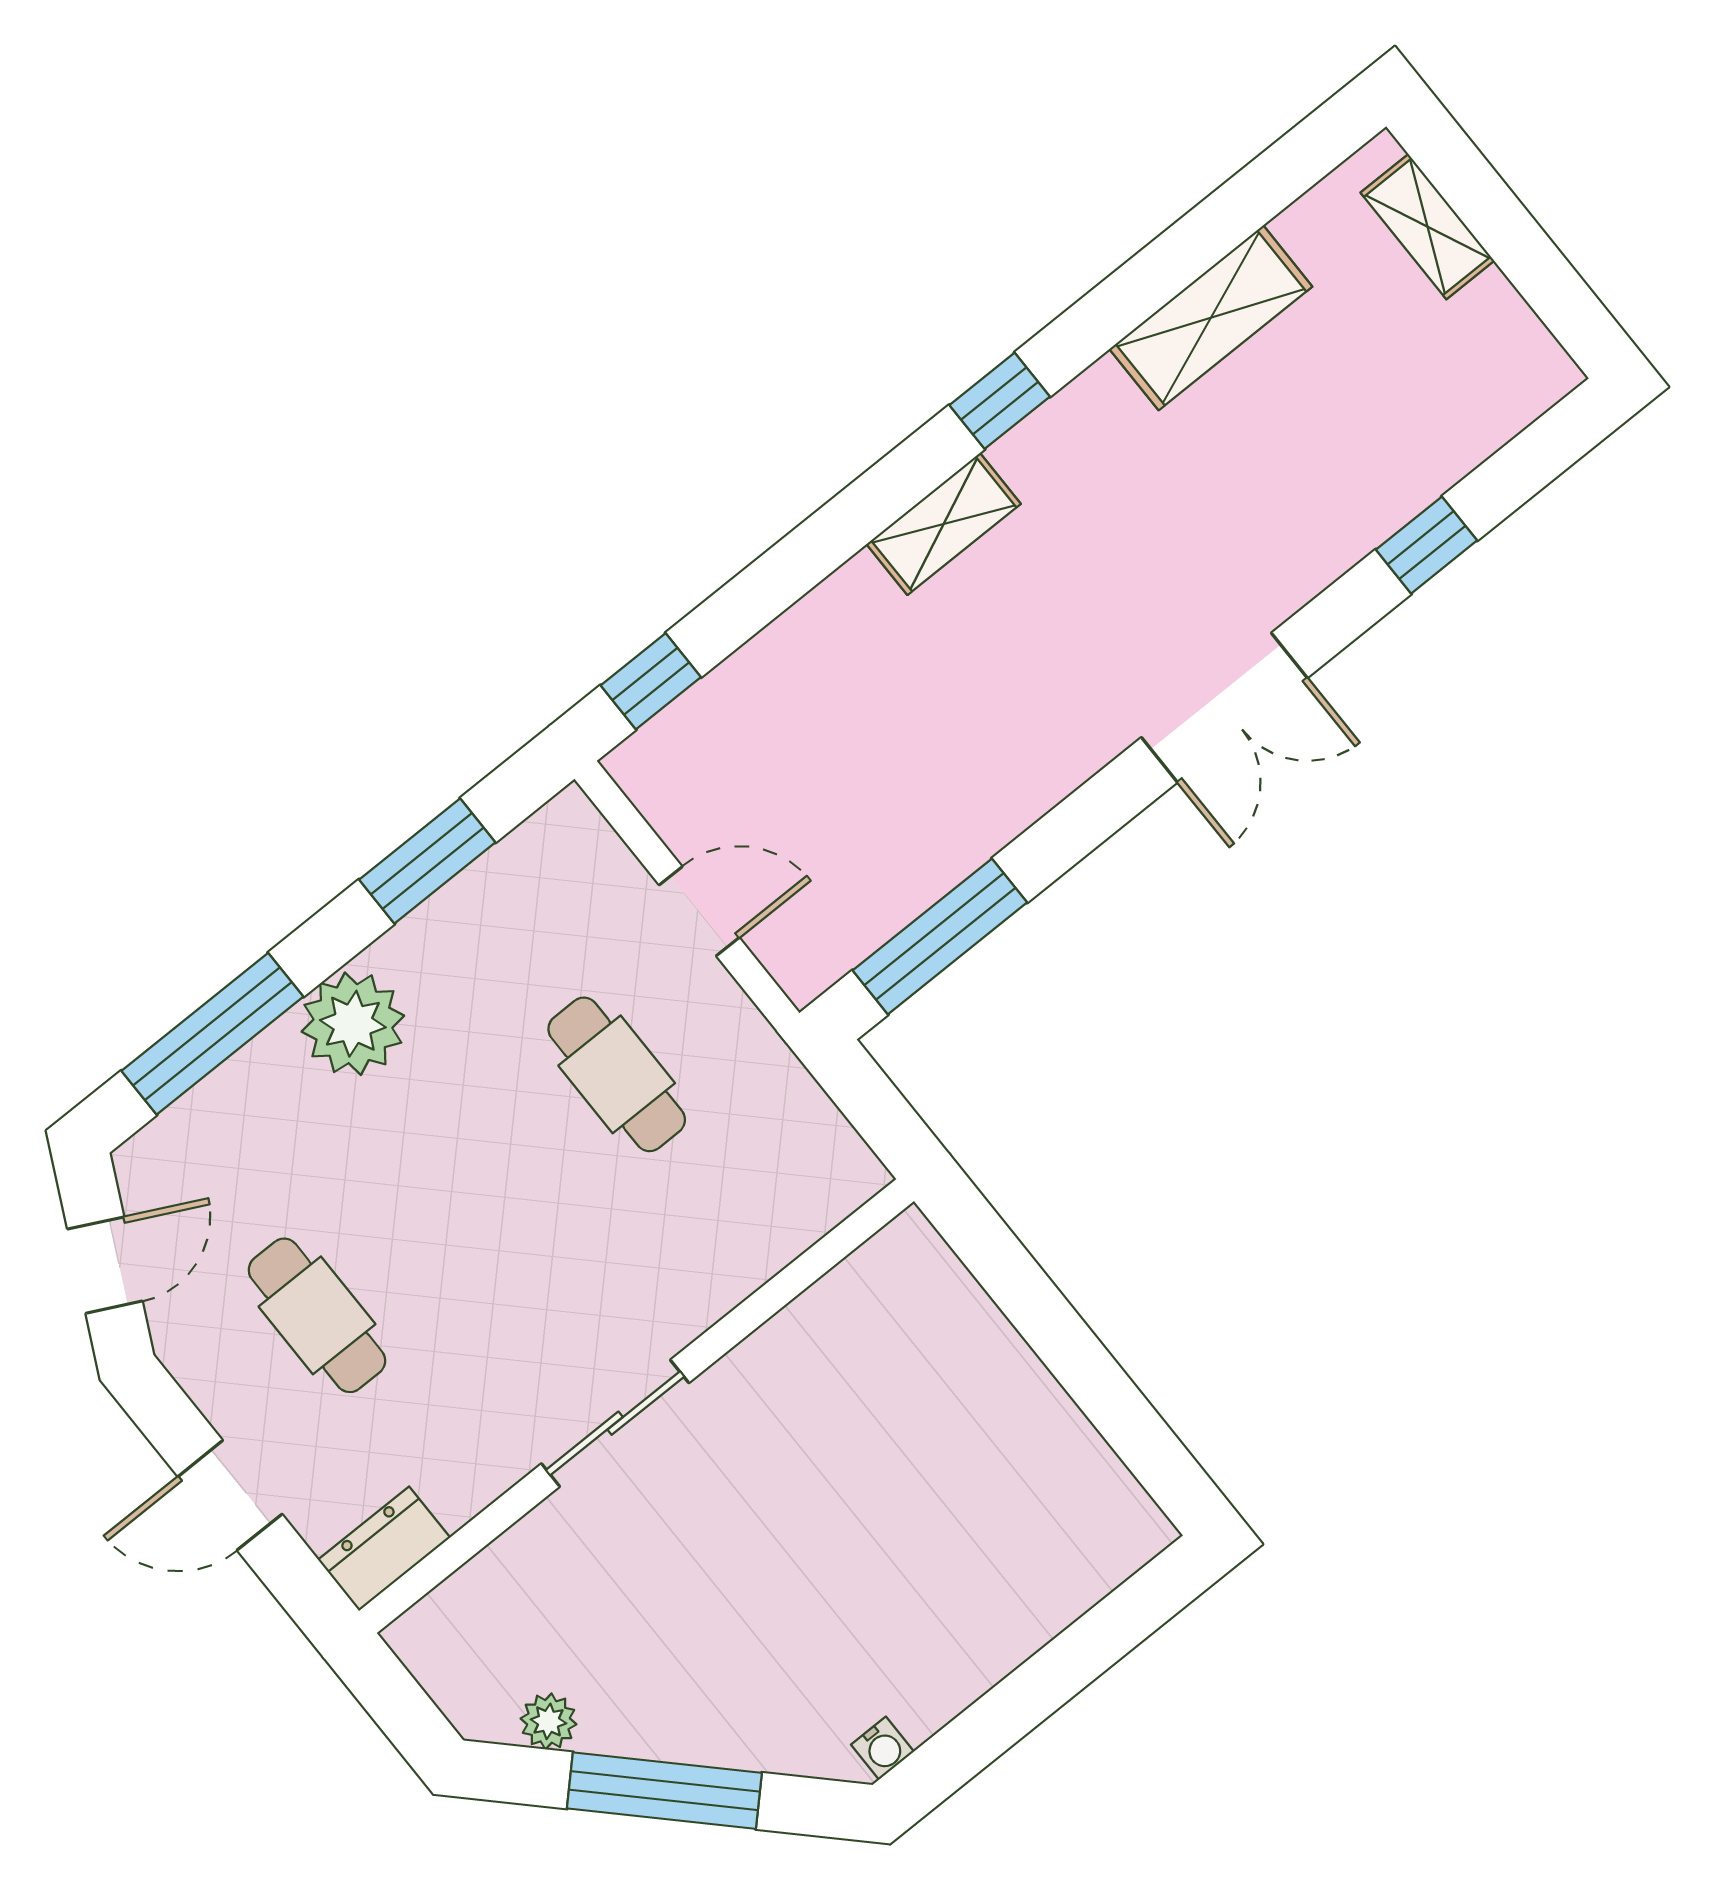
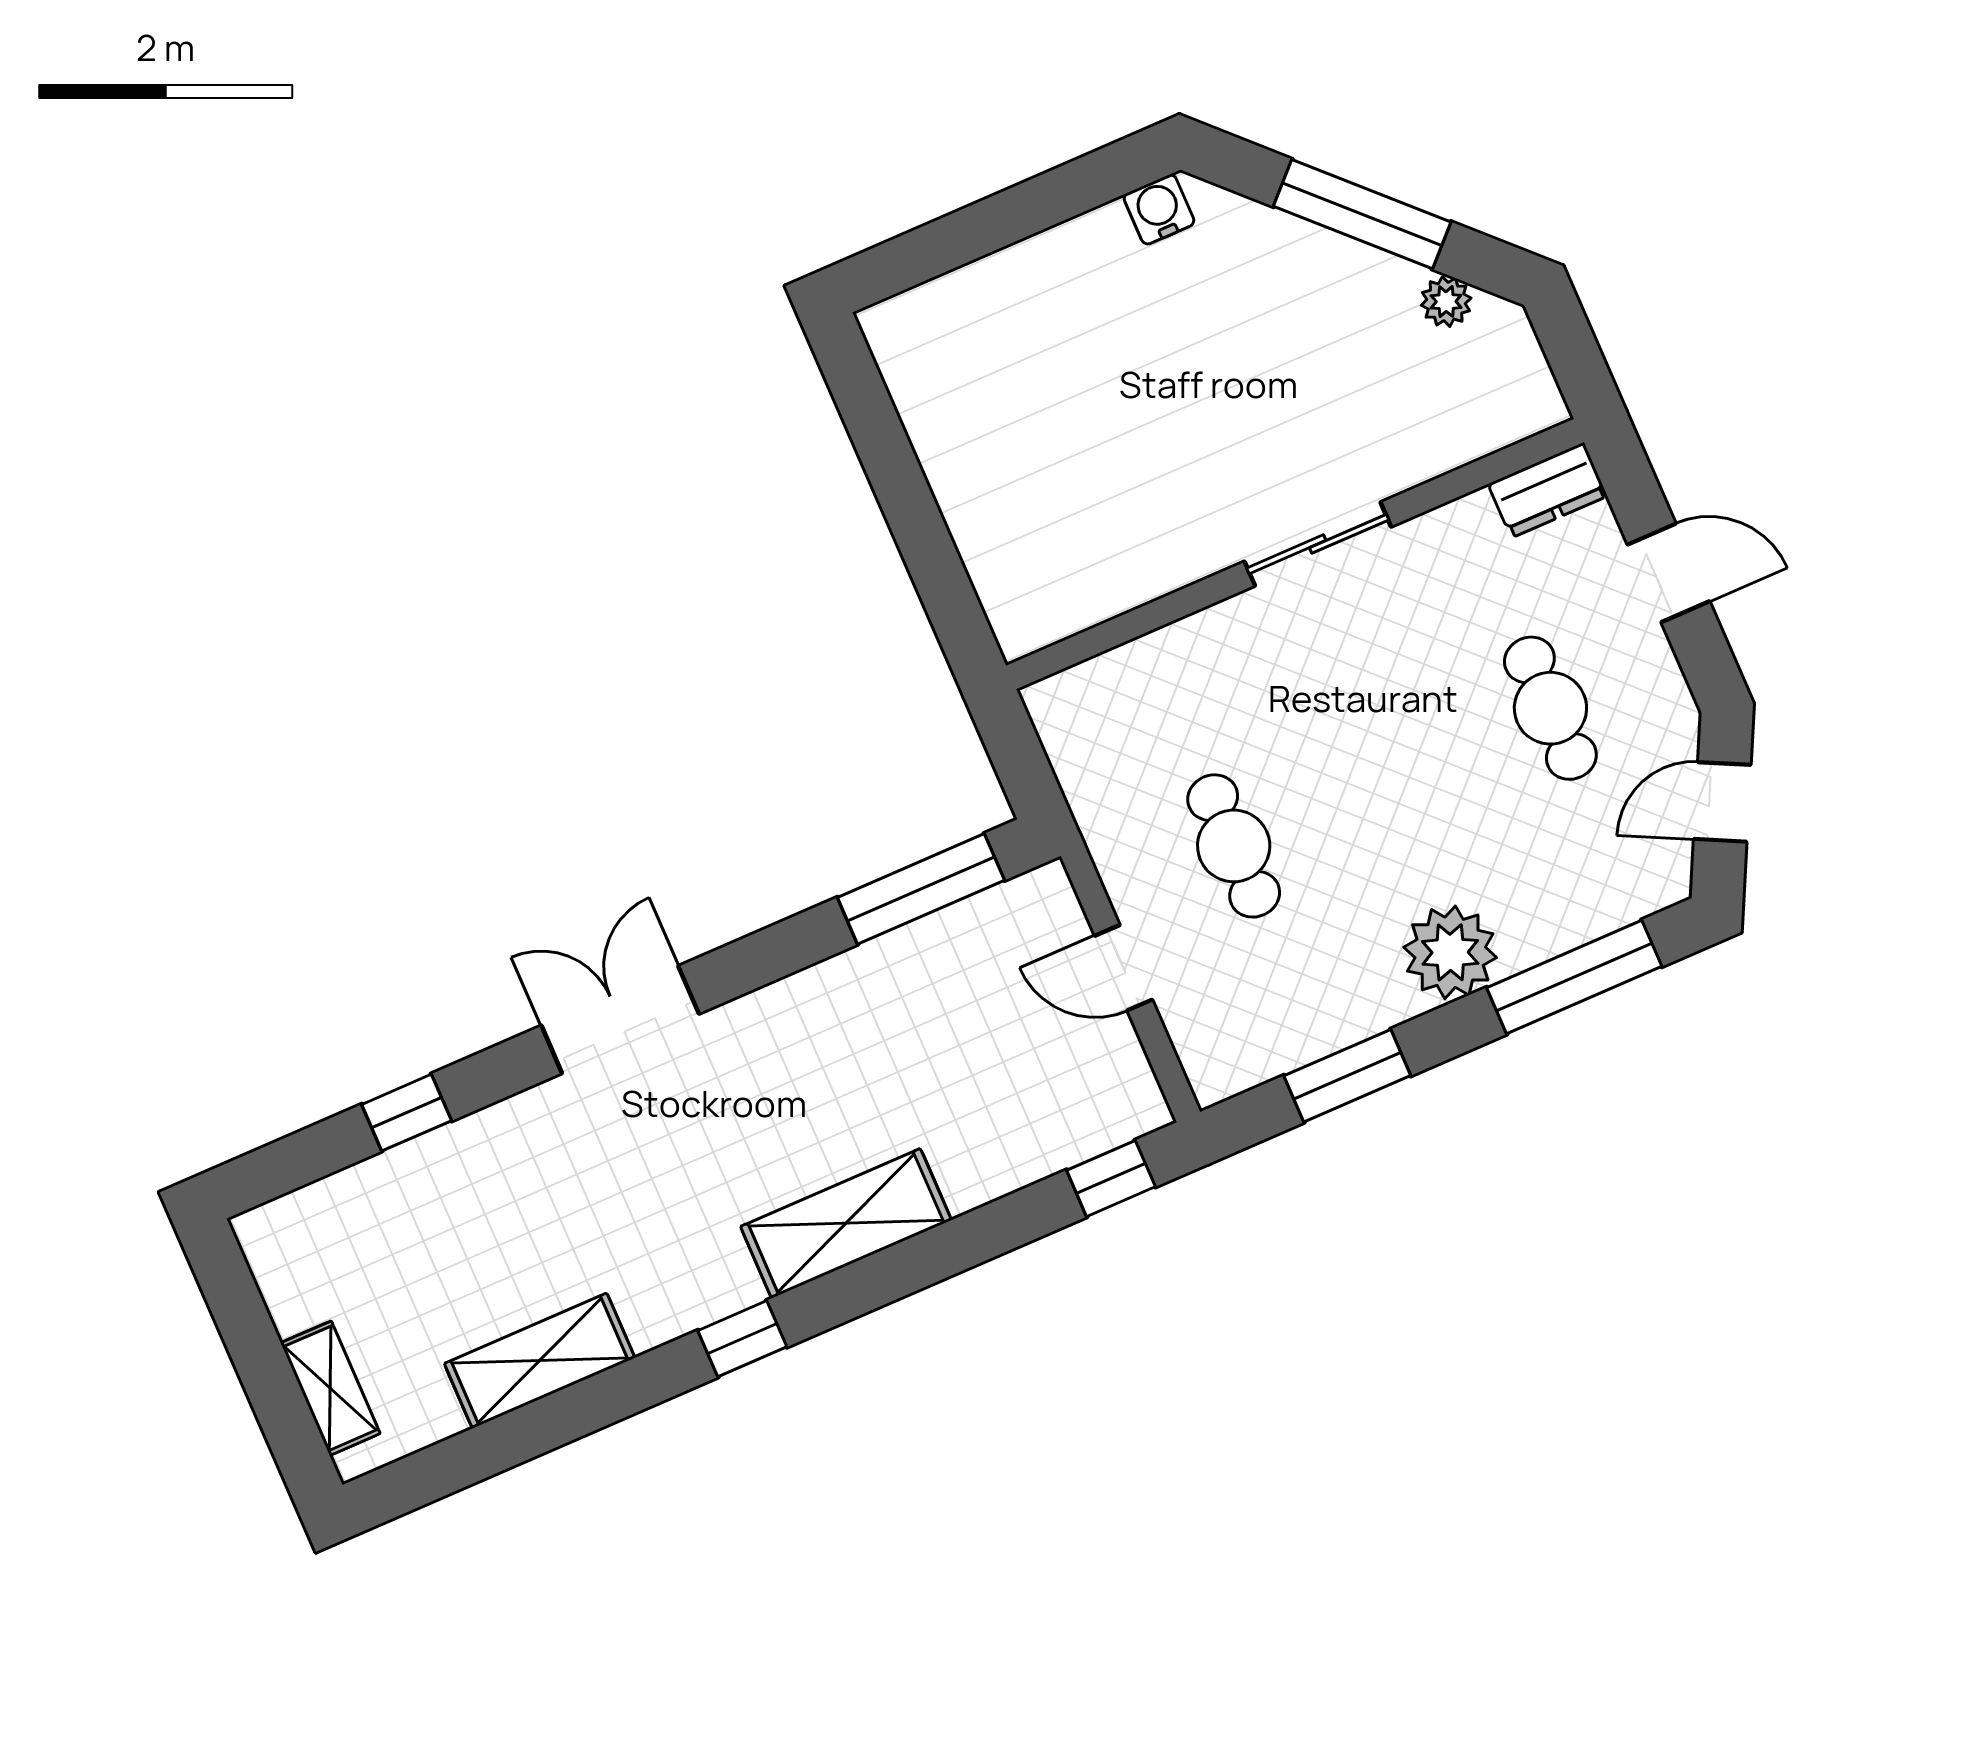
shelving: (944, 524) -> (846, 1223), width x1.50, depth x1.33
water cooler: (883, 1748) -> (1159, 209), width x1.38, depth x1.38

